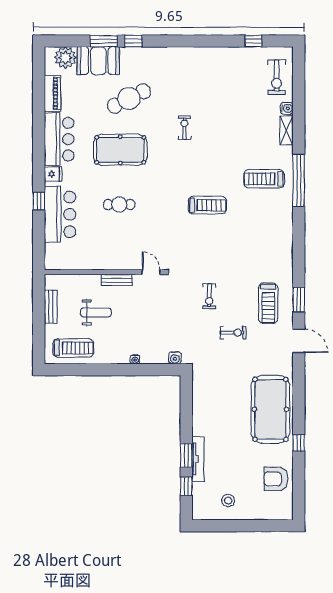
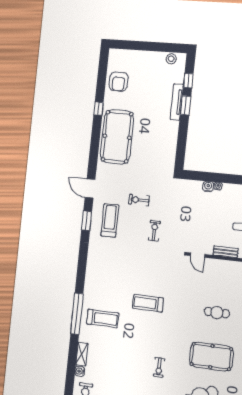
water cooler: (175, 358) -> (208, 186), moved
armchair: (276, 479) -> (119, 82), turned 90
stool: (228, 501) -> (171, 59), moved

